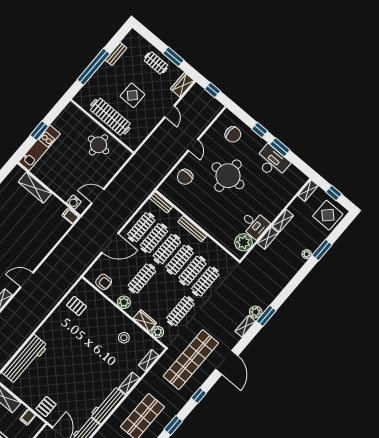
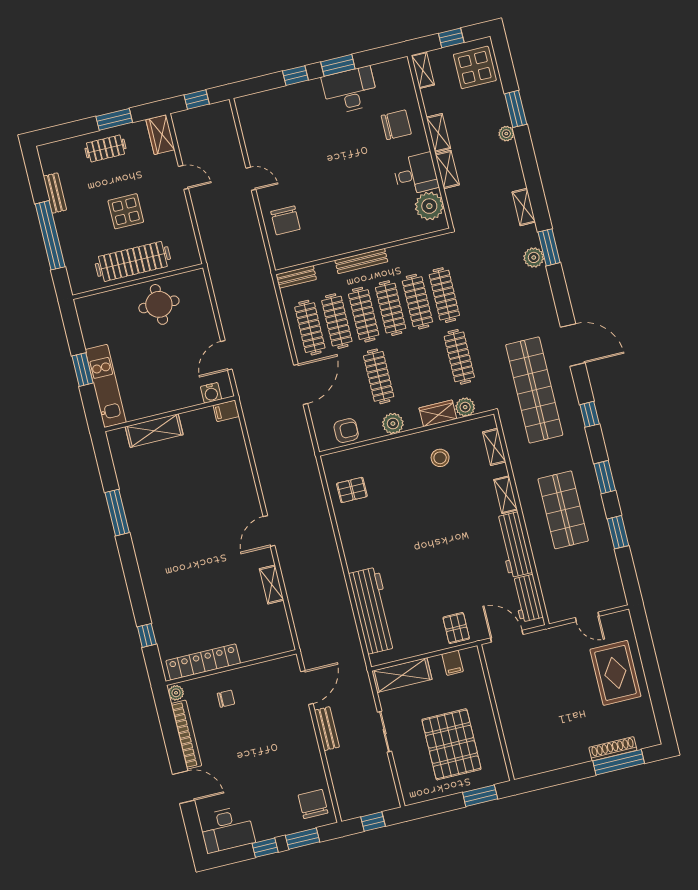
chair: (233, 134) -> (396, 125), moved
round table: (228, 176) -> (326, 162), removed
shelving: (245, 326) -> (524, 207), moved

